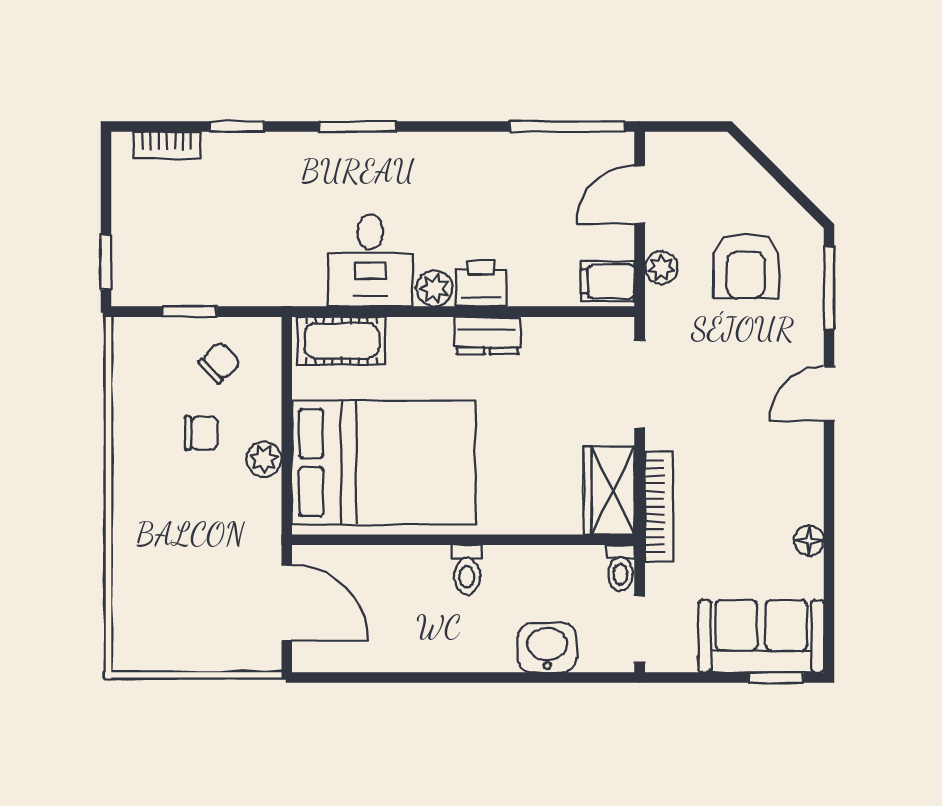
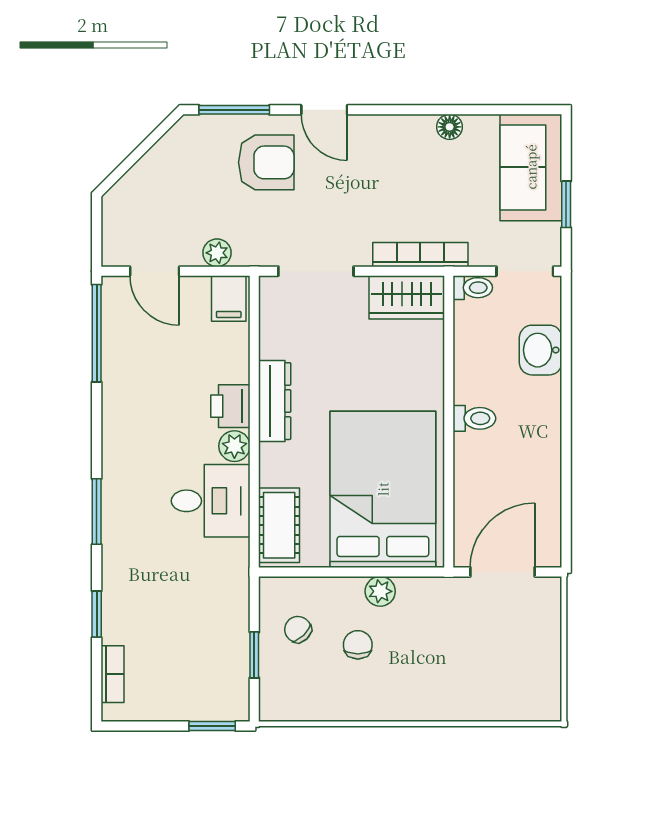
armchair: (746, 266) -> (266, 162), moved
dresser: (487, 335) -> (275, 401), width x1.44
window: (776, 677) -> (566, 204), moved

